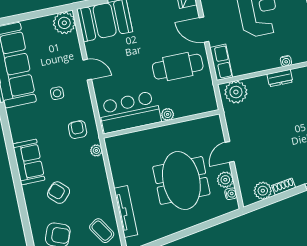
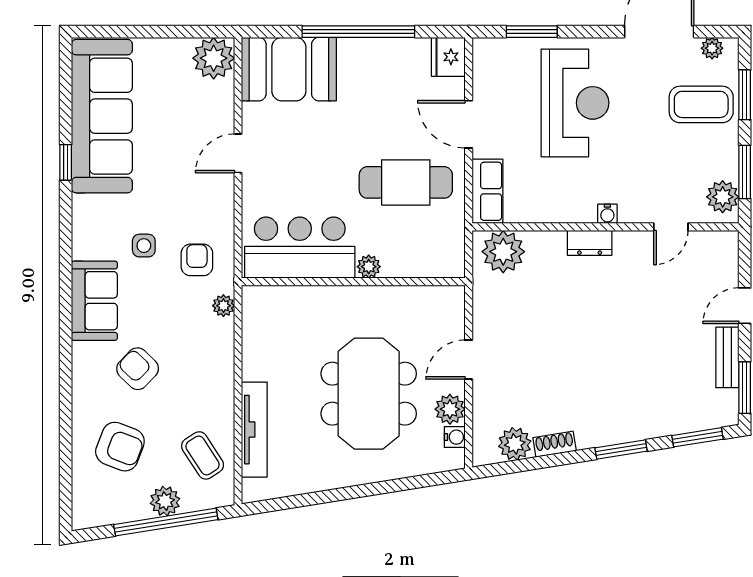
door: (87, 70) -> (238, 153), swing flipped
side table: (57, 93) -> (144, 246), moved

